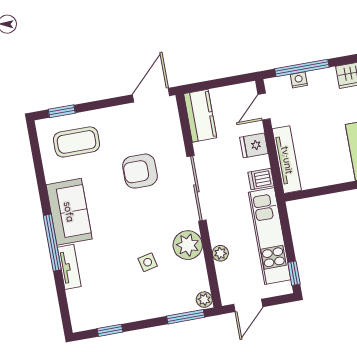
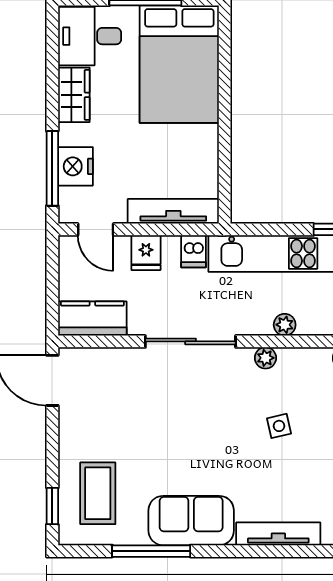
nightstand: (299, 80) -> (75, 166), width x1.89, depth x1.79
armchair: (140, 171) -> (153, 414), removed
window: (52, 243) -> (151, 551), moved
plant: (188, 245) -> (265, 358), width x0.53, depth x0.53
tv unit: (69, 267) -> (278, 534), width x1.41

